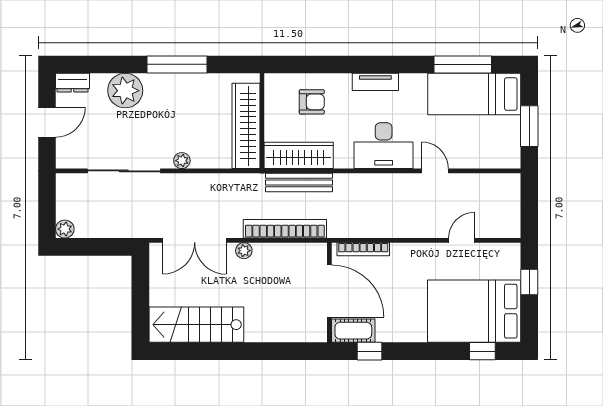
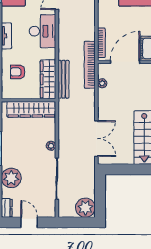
armchair: (312, 102) -> (18, 72), turned -90
plant: (65, 229) -> (85, 208), width x1.88, depth x1.88
bookcase: (285, 229) -> (90, 65), moved
plant: (244, 251) -> (102, 83), moved

